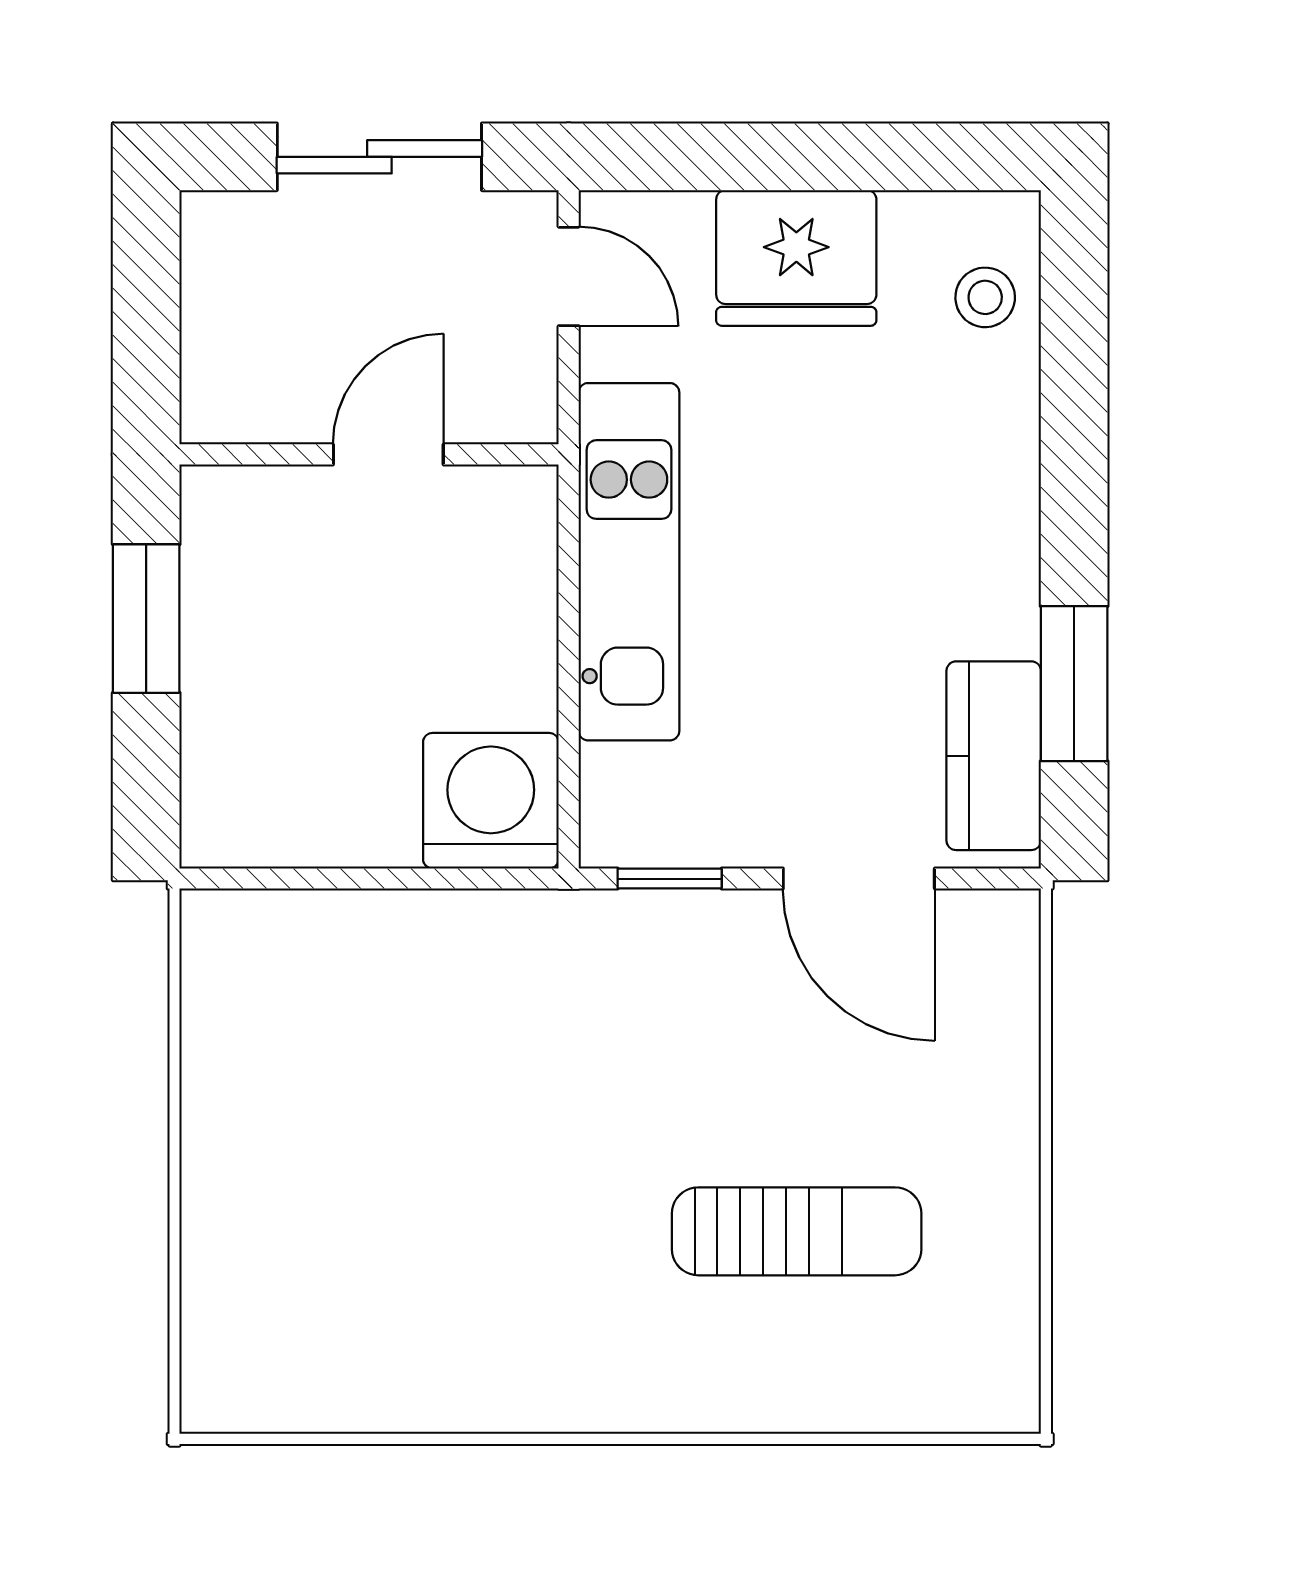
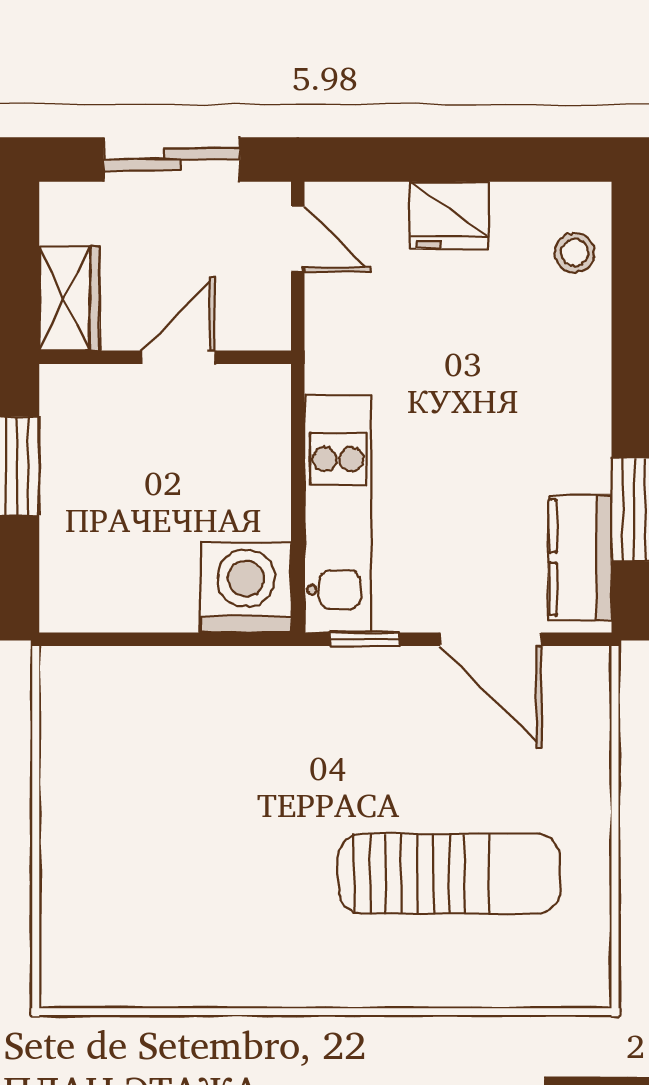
fridge: (796, 258) -> (449, 215), width x0.73, depth x0.75
wardrobe: (225, 366) -> (69, 298), added
kitchen unit: (629, 562) -> (338, 514), moved
sun lounger: (797, 1231) -> (449, 874), width x1.36, depth x1.34

